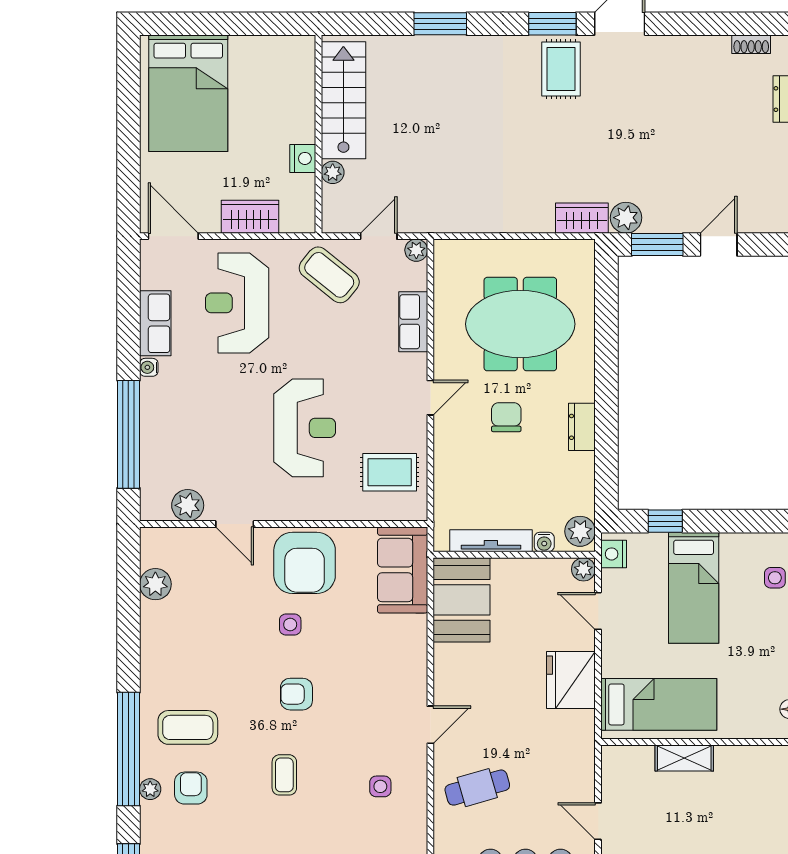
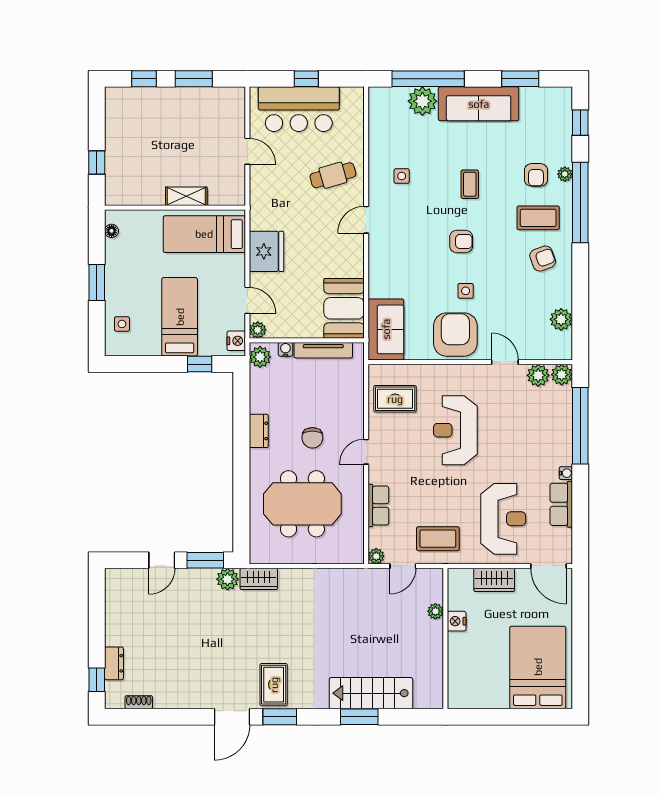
stairs: (343, 100) -> (371, 693), moved, turned 90
coffee table: (329, 275) -> (438, 539), turned -39
plant: (155, 506) -> (562, 375), added
armchair: (181, 670) -> (543, 259), added

